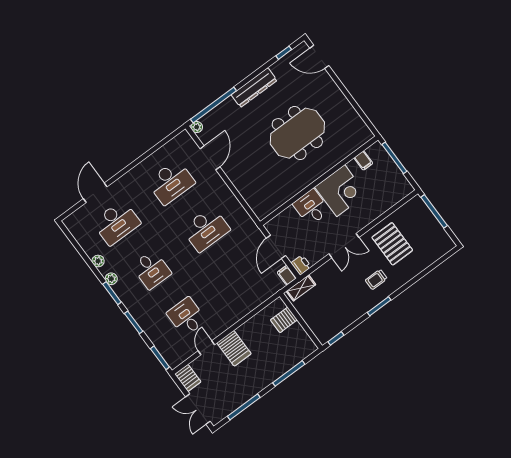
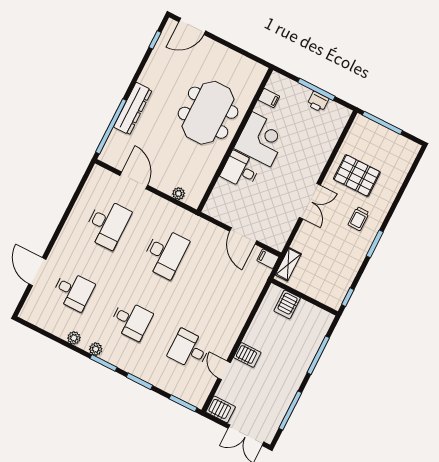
dresser: (254, 88) -> (133, 109), moved
plant: (197, 127) -> (179, 194), moved
filing cabinet: (363, 161) -> (269, 98), moved
wall: (319, 181) -> (235, 140), moved
corner desk: (341, 191) -> (261, 139), moved
desk: (311, 207) -> (240, 170), moved
desk: (117, 223) -> (73, 291), width x0.73
printer: (301, 265) -> (318, 102), moved, turned 180
server rack: (234, 348) -> (247, 355), width x0.73, depth x0.70

